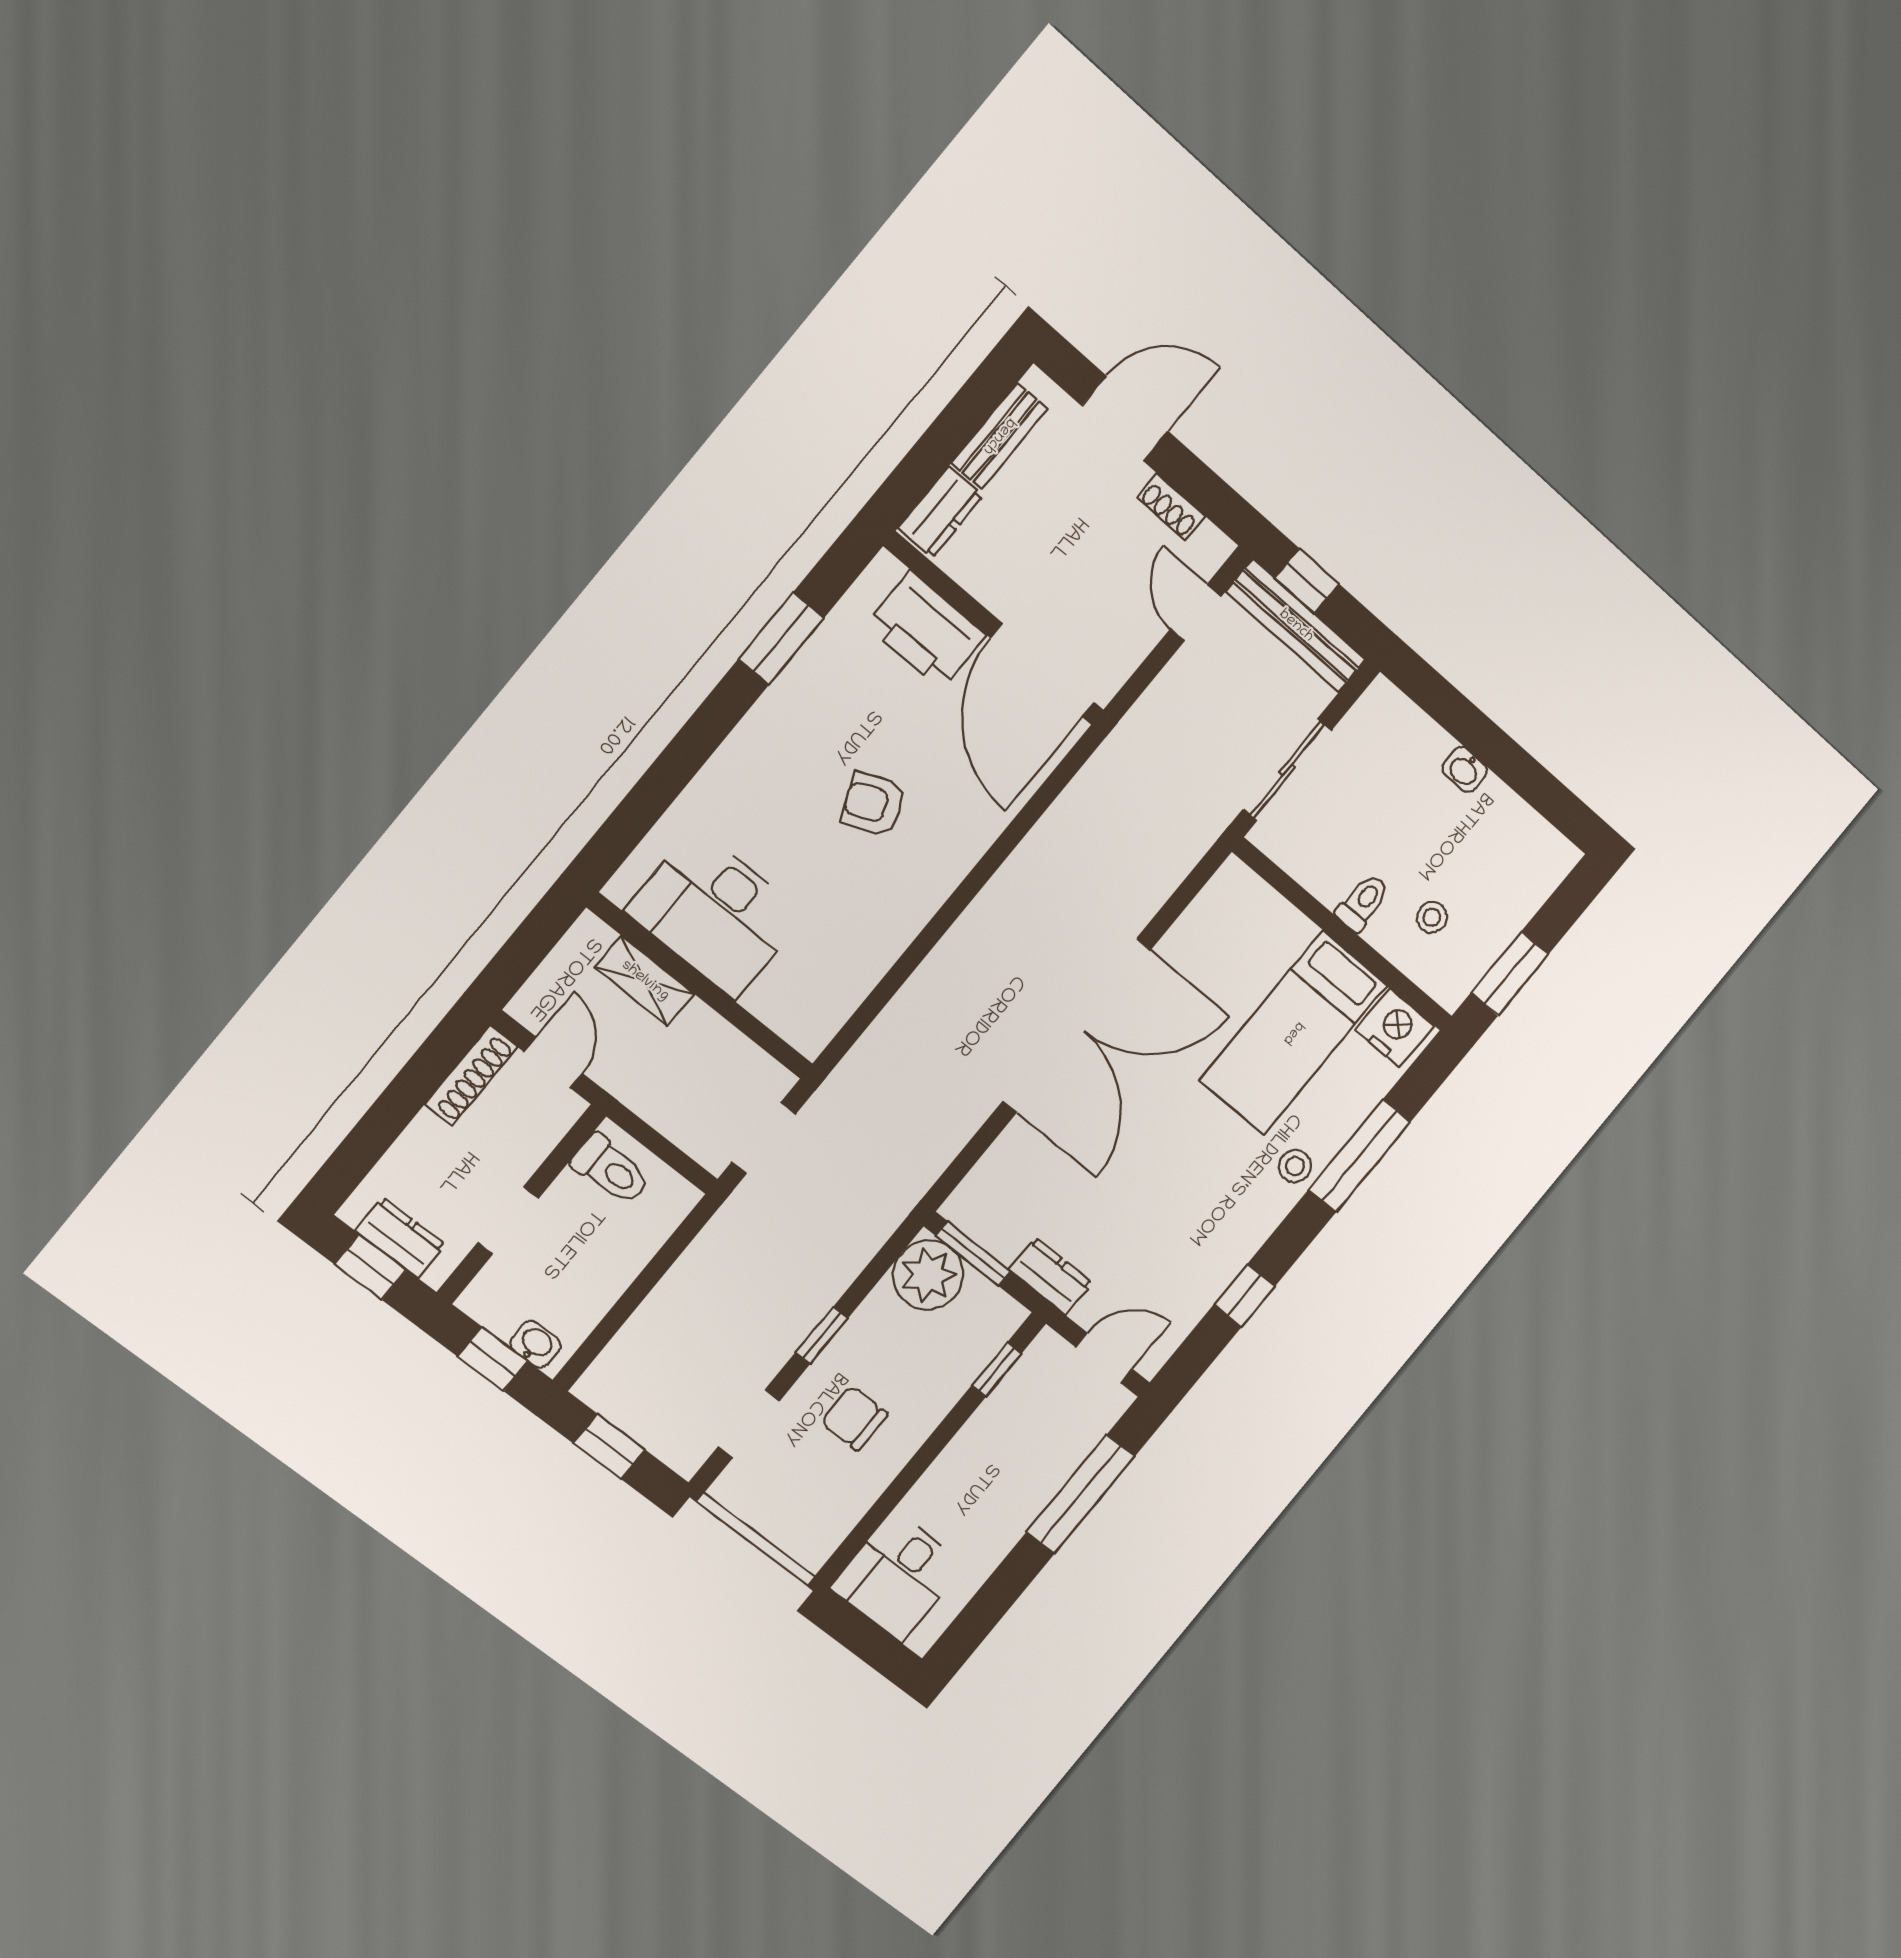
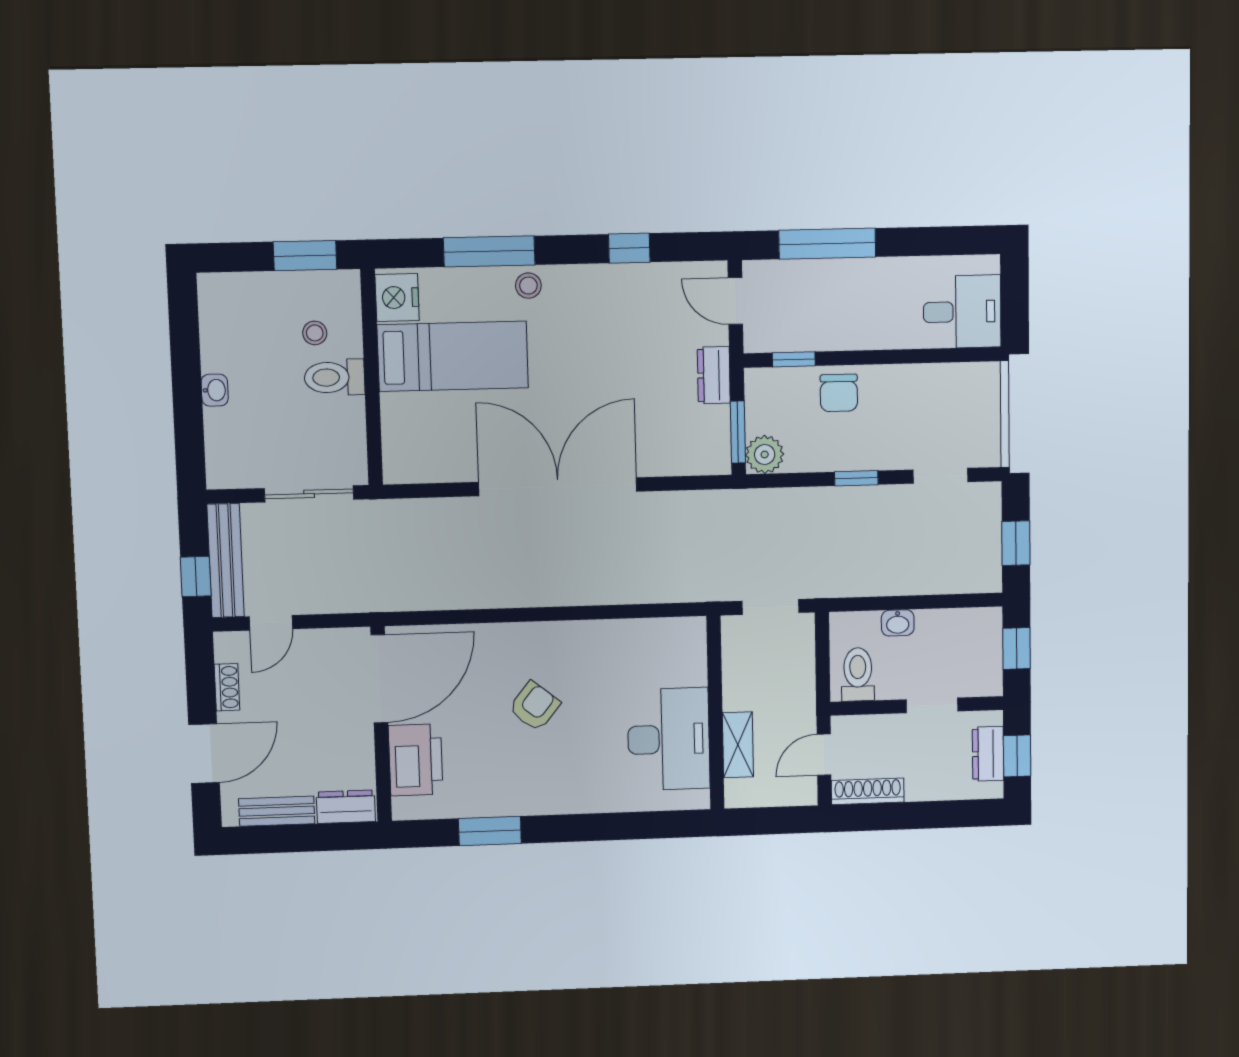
door: (1125, 419) -> (204, 754), swing flipped
armchair: (874, 804) -> (534, 706), turned -118
toilet: (1363, 903) -> (335, 377), width x1.37, depth x1.39
plant: (928, 1275) -> (765, 454), width x0.73, depth x0.73
washbasin: (535, 1344) -> (898, 623), moved, turned -90
chair: (854, 1418) -> (839, 393), moved

